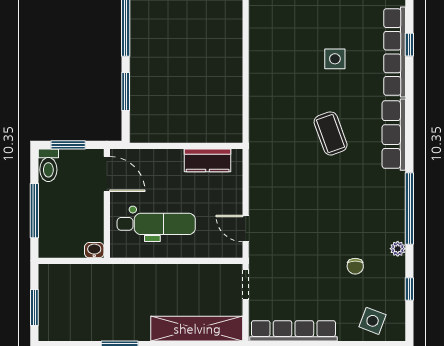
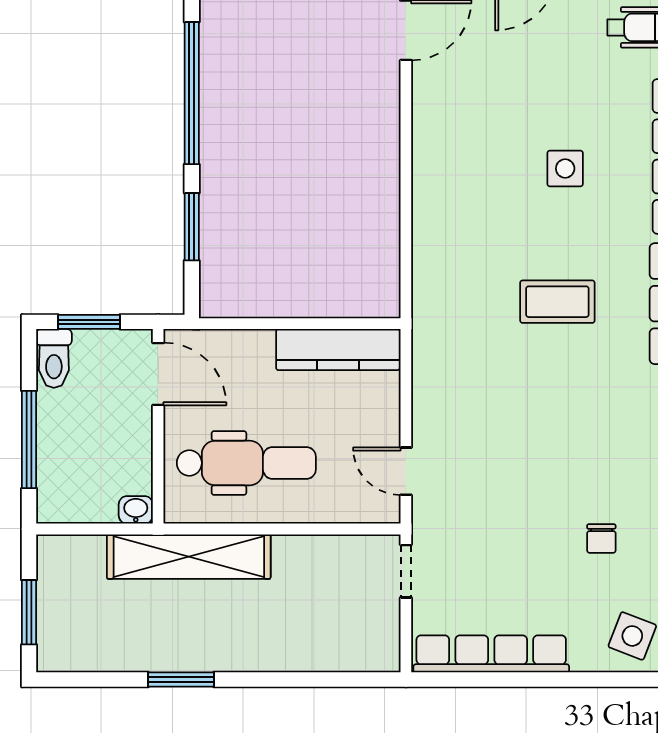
coffee table: (331, 133) -> (557, 302), turned -70
kitchen counter: (208, 160) -> (338, 350), width x1.50
shelving: (197, 329) -> (189, 557), moved

